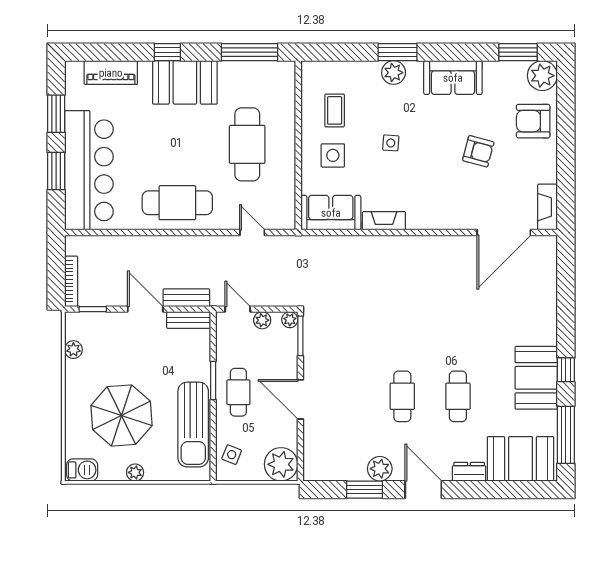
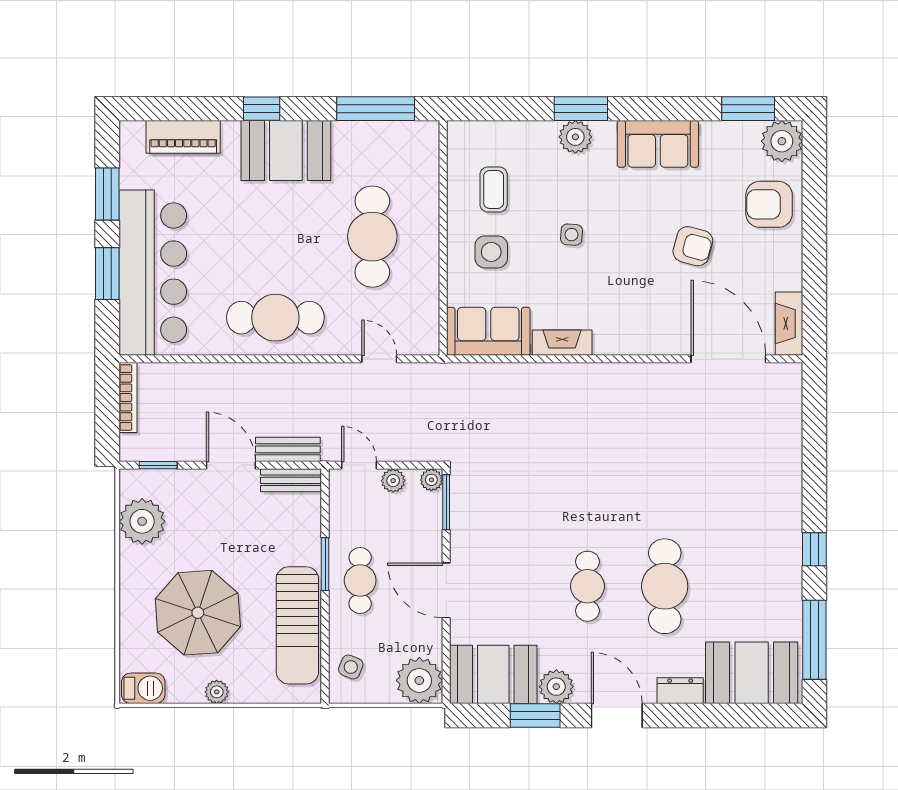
door: (504, 233) -> (728, 359), swing flipped
bookcase: (71, 281) -> (128, 398), moved
plant: (73, 350) -> (142, 521), width x1.87, depth x1.87
booth: (536, 378) -> (493, 674), moved, turned 90
cafe table: (458, 396) -> (665, 586), width x1.37, depth x1.35

